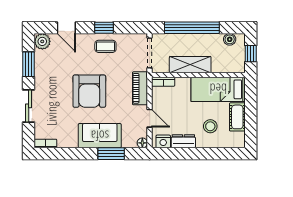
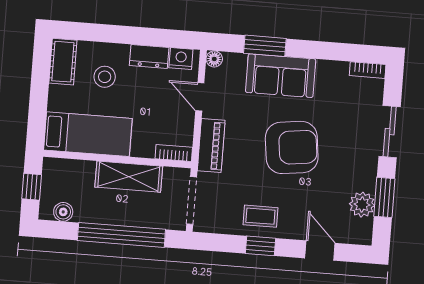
plant: (42, 41) -> (362, 205), moved
armchair: (89, 91) -> (292, 147), turned 83
cot: (237, 117) -> (63, 62), moved

